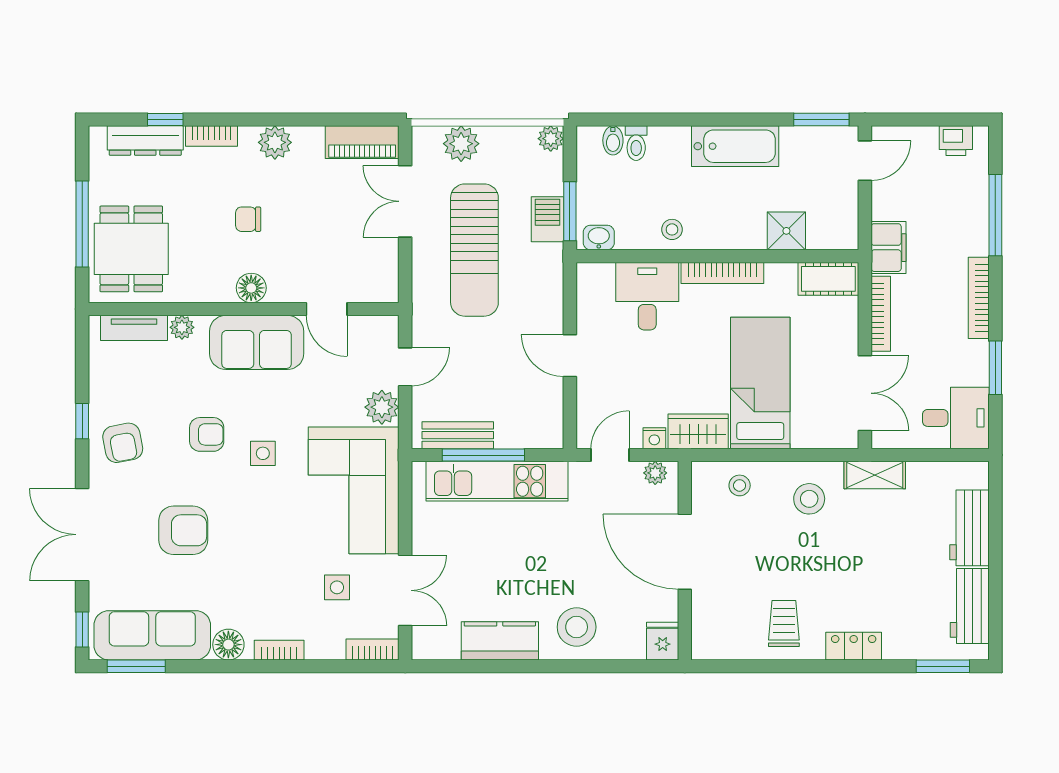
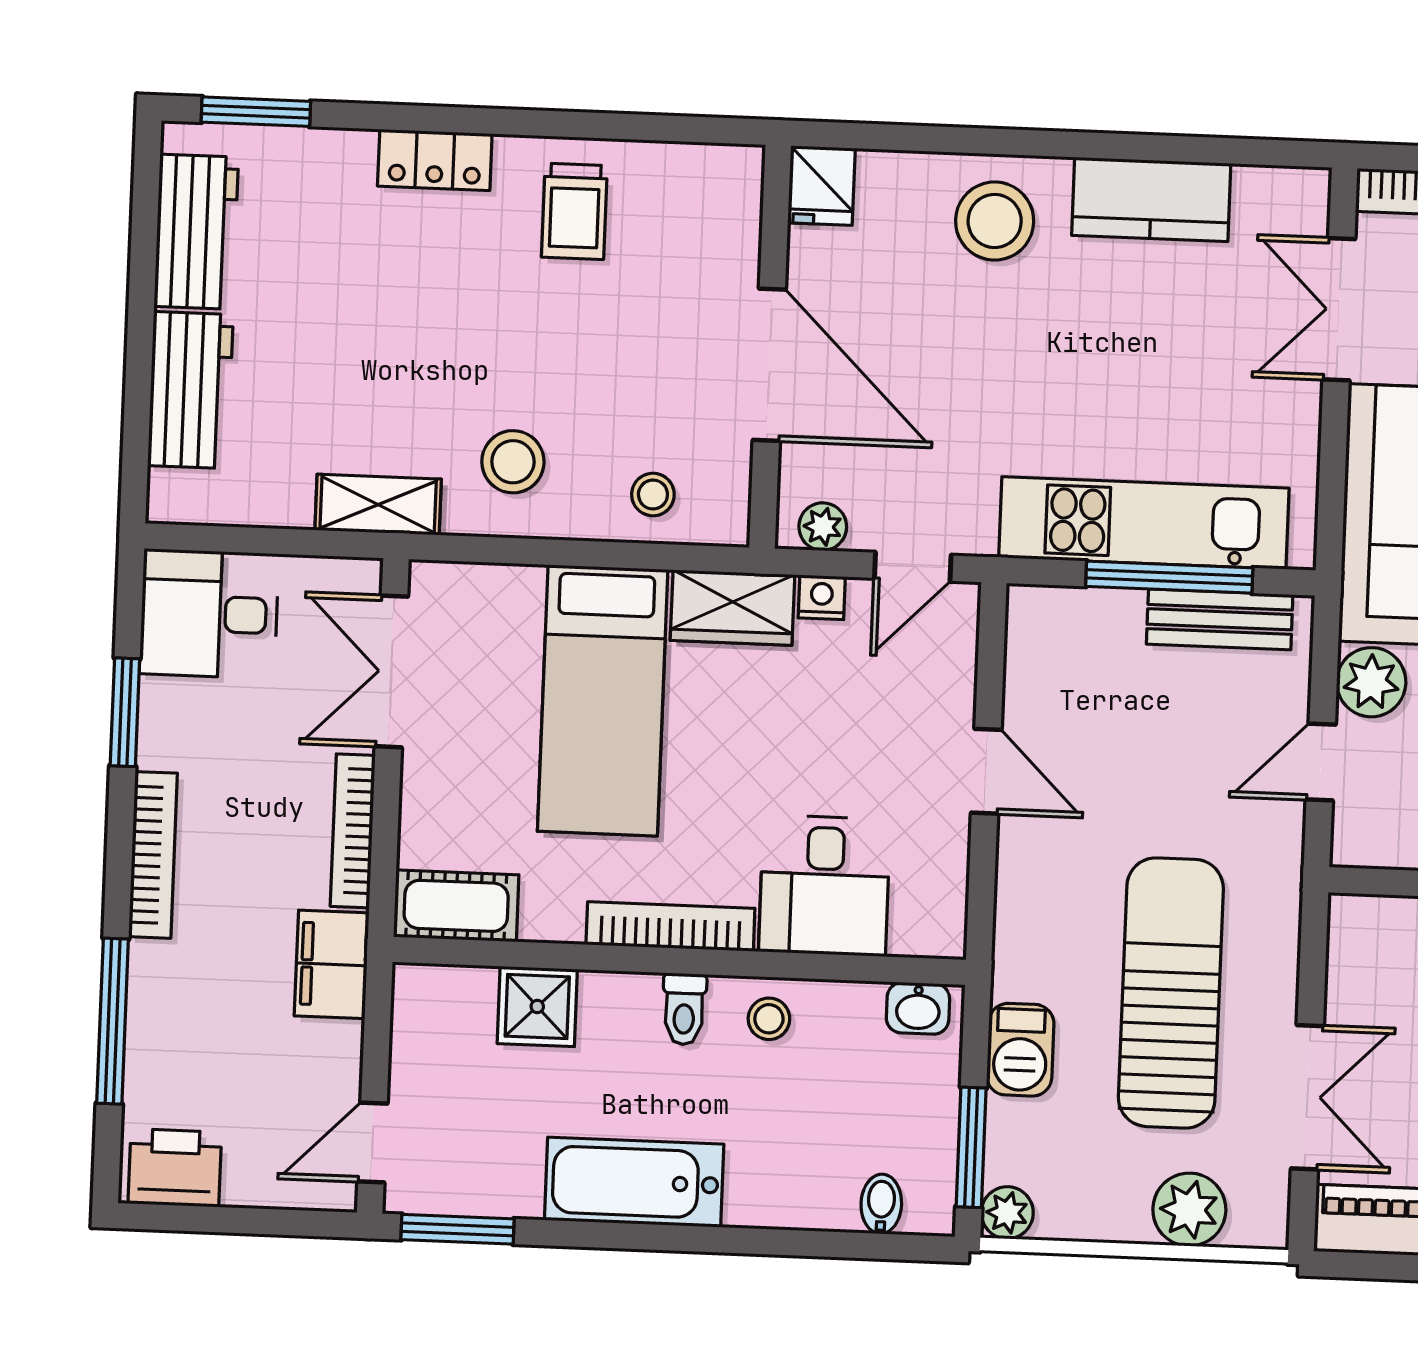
printer: (956, 141) -> (175, 1168), width x1.36, depth x1.24
toilet: (636, 143) -> (684, 1009), moved, turned 180
window: (570, 211) -> (971, 1147), moved

